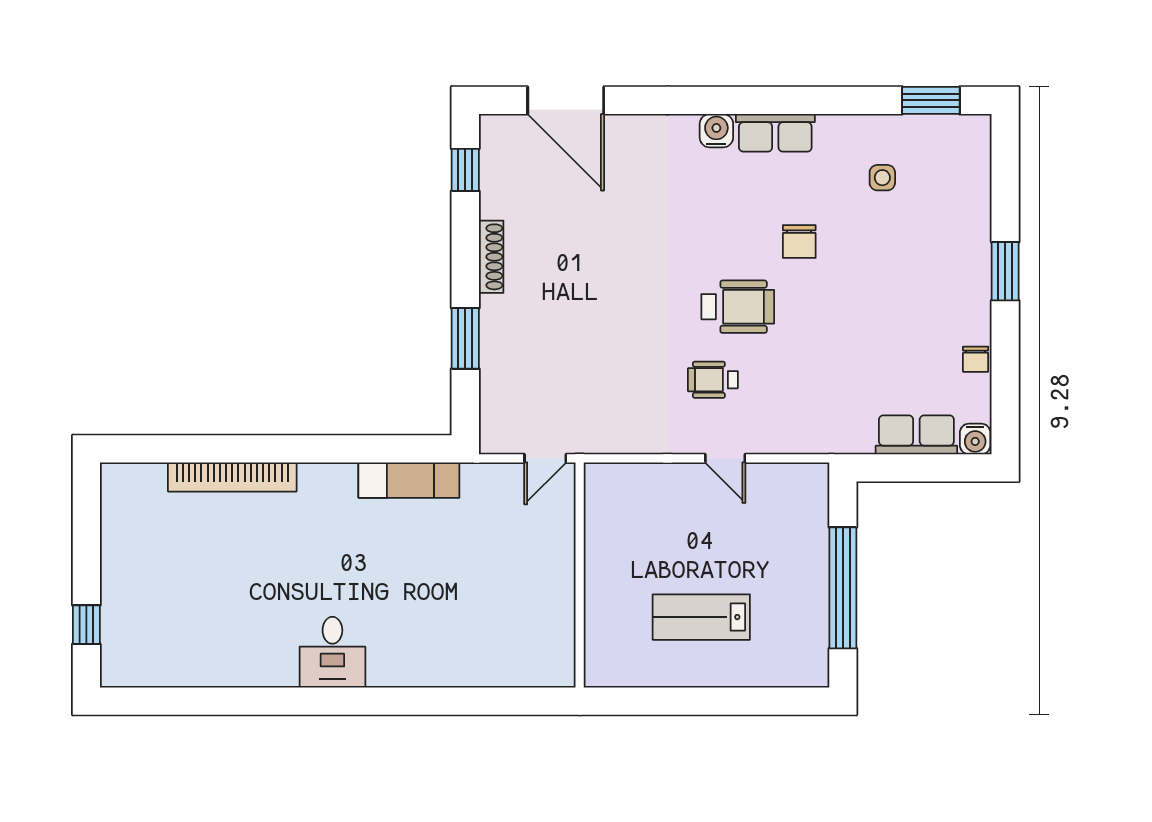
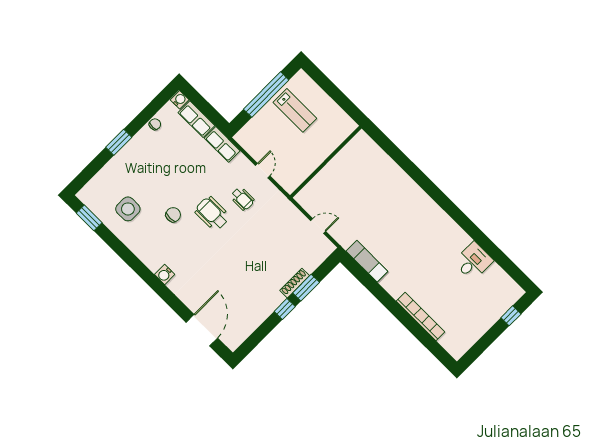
row of seats: (775, 133) -> (222, 144), moved, turned 180
window: (465, 170) -> (285, 309), moved
side table: (882, 178) -> (128, 209), width x1.87, depth x1.87
shoe rack: (491, 257) -> (295, 283), moved
wall: (580, 575) -> (326, 162), moved
lab bench: (701, 617) -> (295, 110), moved
desk: (332, 652) -> (473, 261), moved

